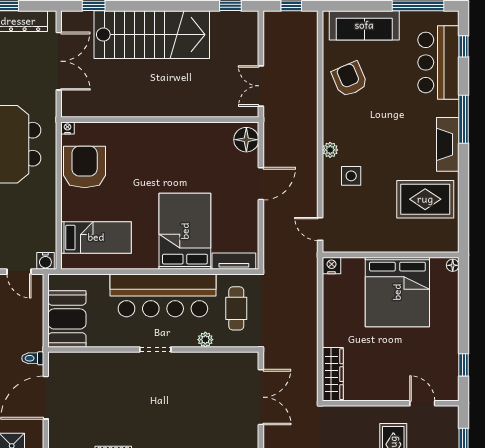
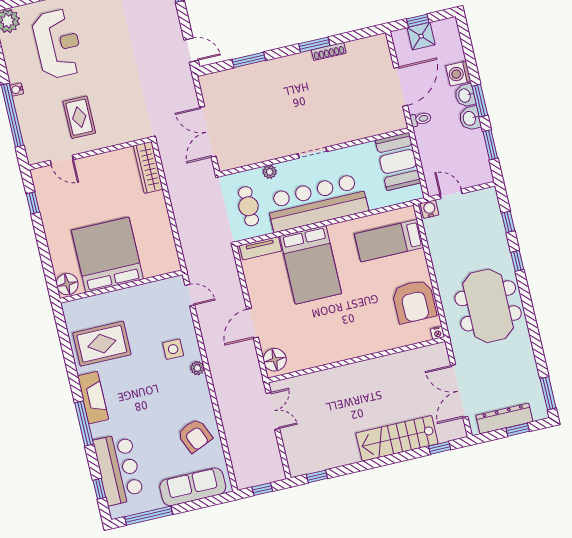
stairs: (152, 35) -> (397, 438), width x0.73, depth x0.66
floor lamp: (453, 265) -> (67, 284), width x1.89, depth x1.89
nightstand: (332, 266) -> (172, 265), removed

